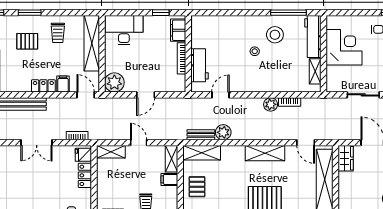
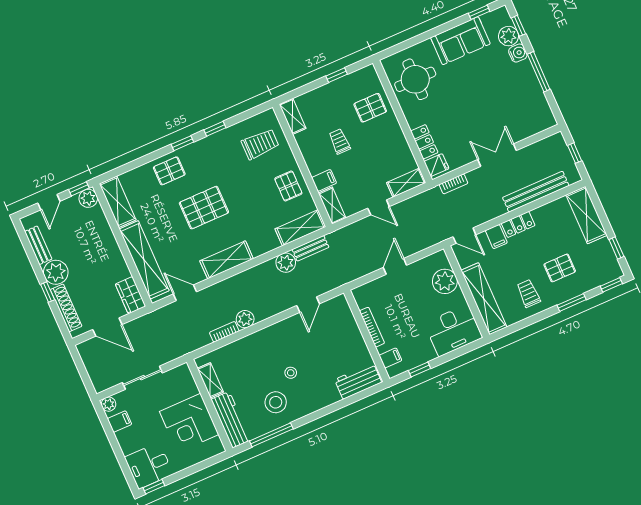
filing cabinet: (178, 30) -> (390, 358), width x0.50
workbench: (199, 65) -> (358, 381), moved, turned 90
plant: (114, 82) -> (445, 281), moved

